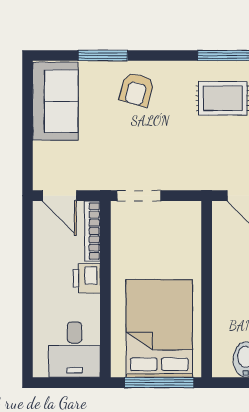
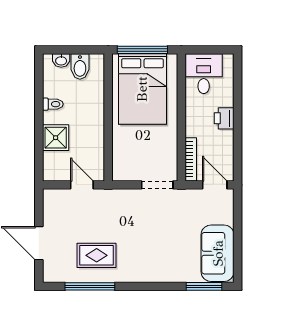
window: (103, 55) -> (204, 286), moved
armchair: (137, 90) -> (159, 262), removed
printer: (87, 278) -> (224, 118), moved, turned 180

